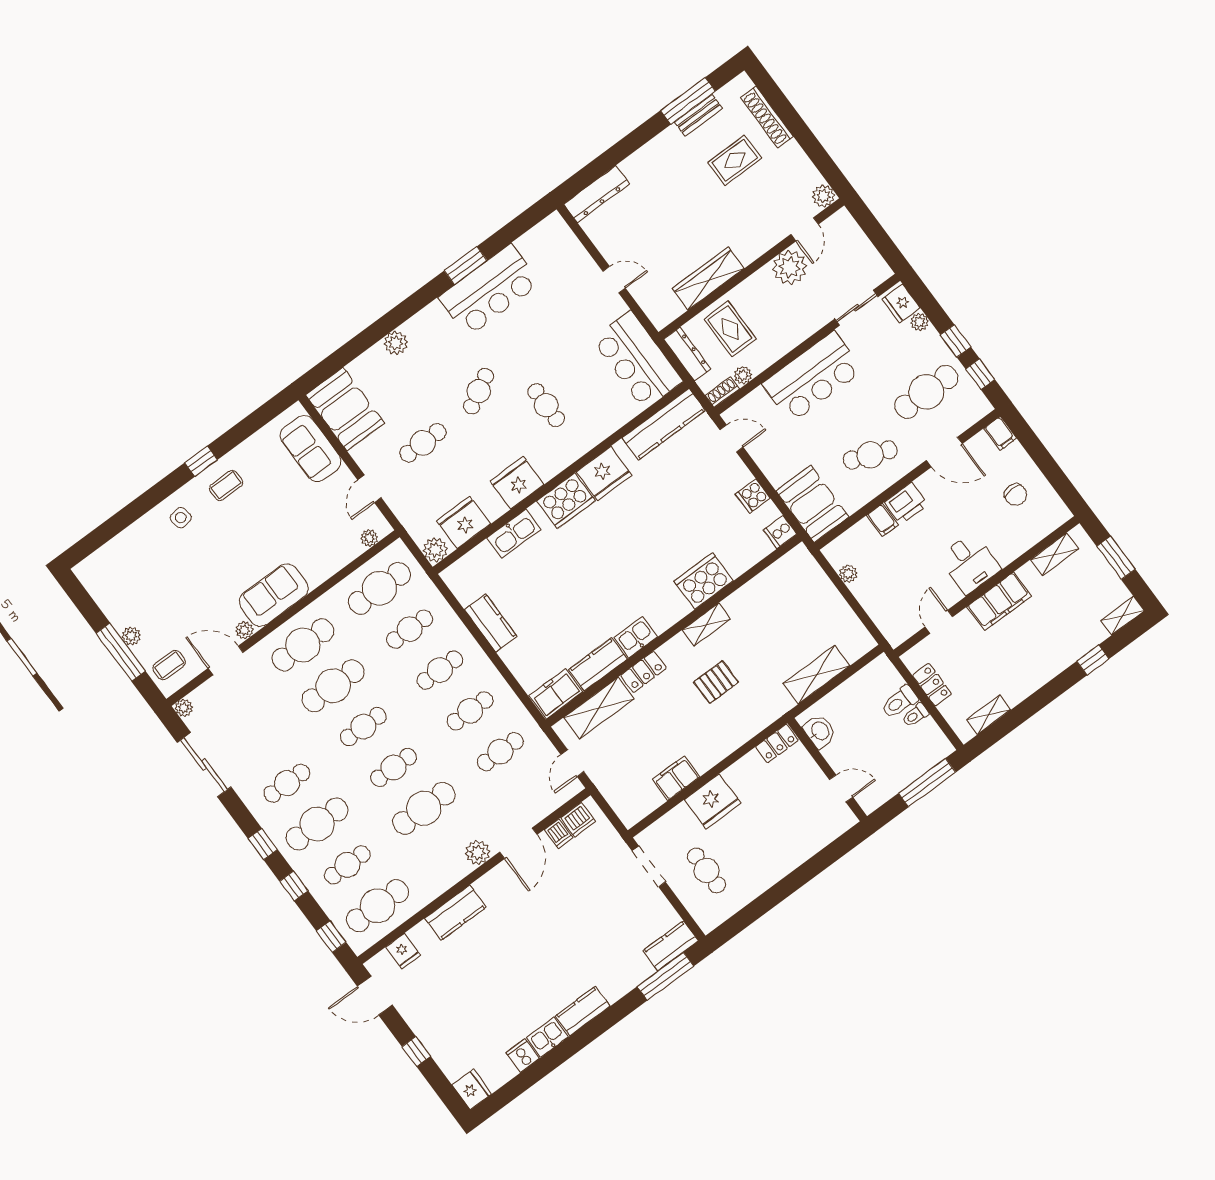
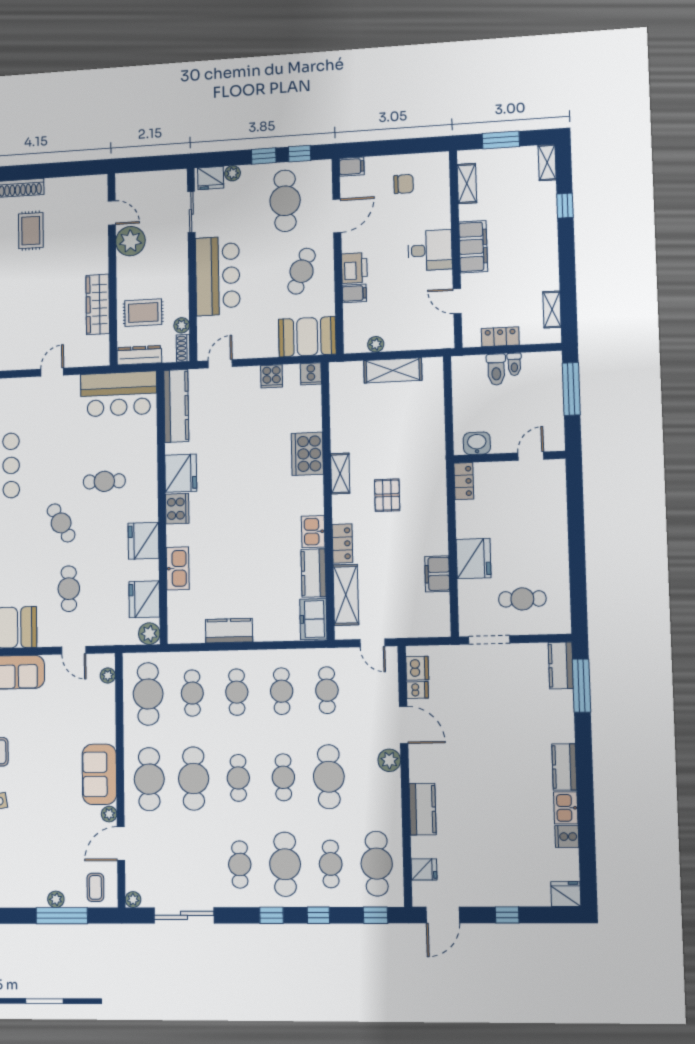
plant: (823, 196) -> (98, 184), removed
cooker: (566, 501) -> (177, 509), width x0.73, depth x0.76
shelving: (816, 675) -> (393, 370), moved, turned 90

